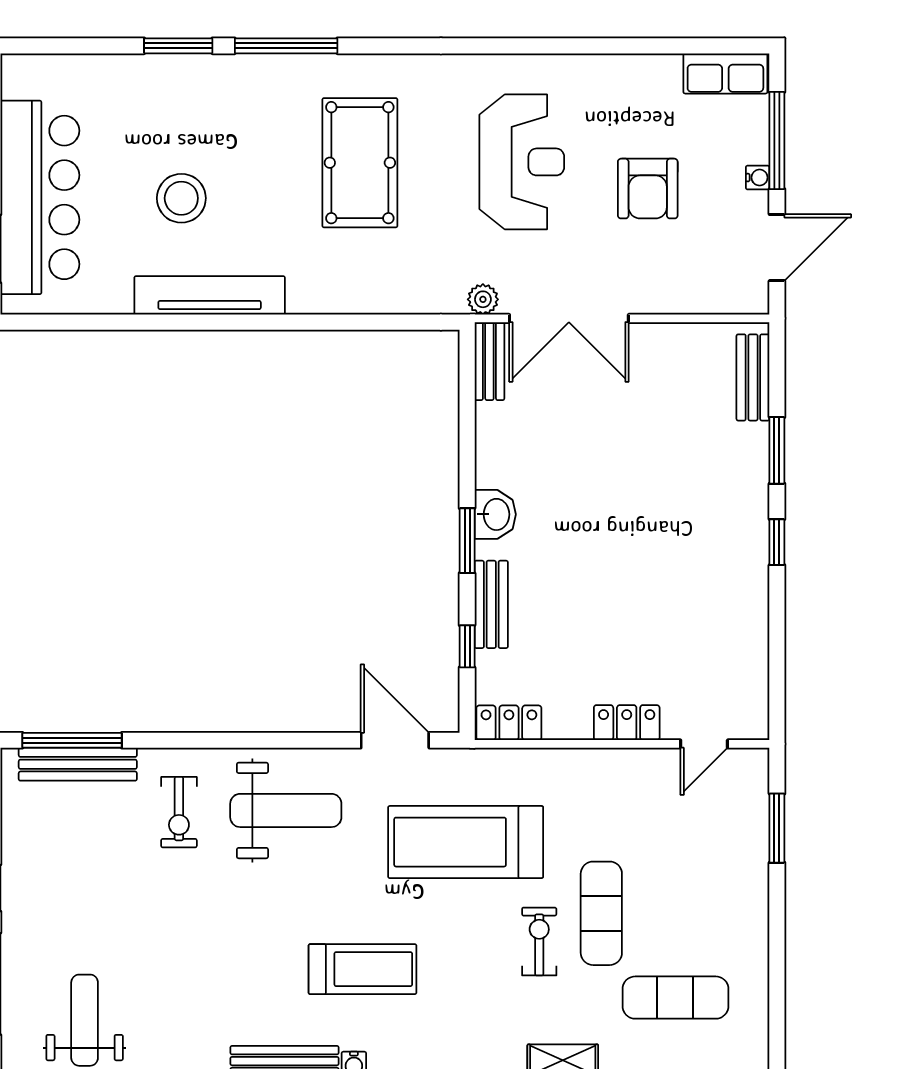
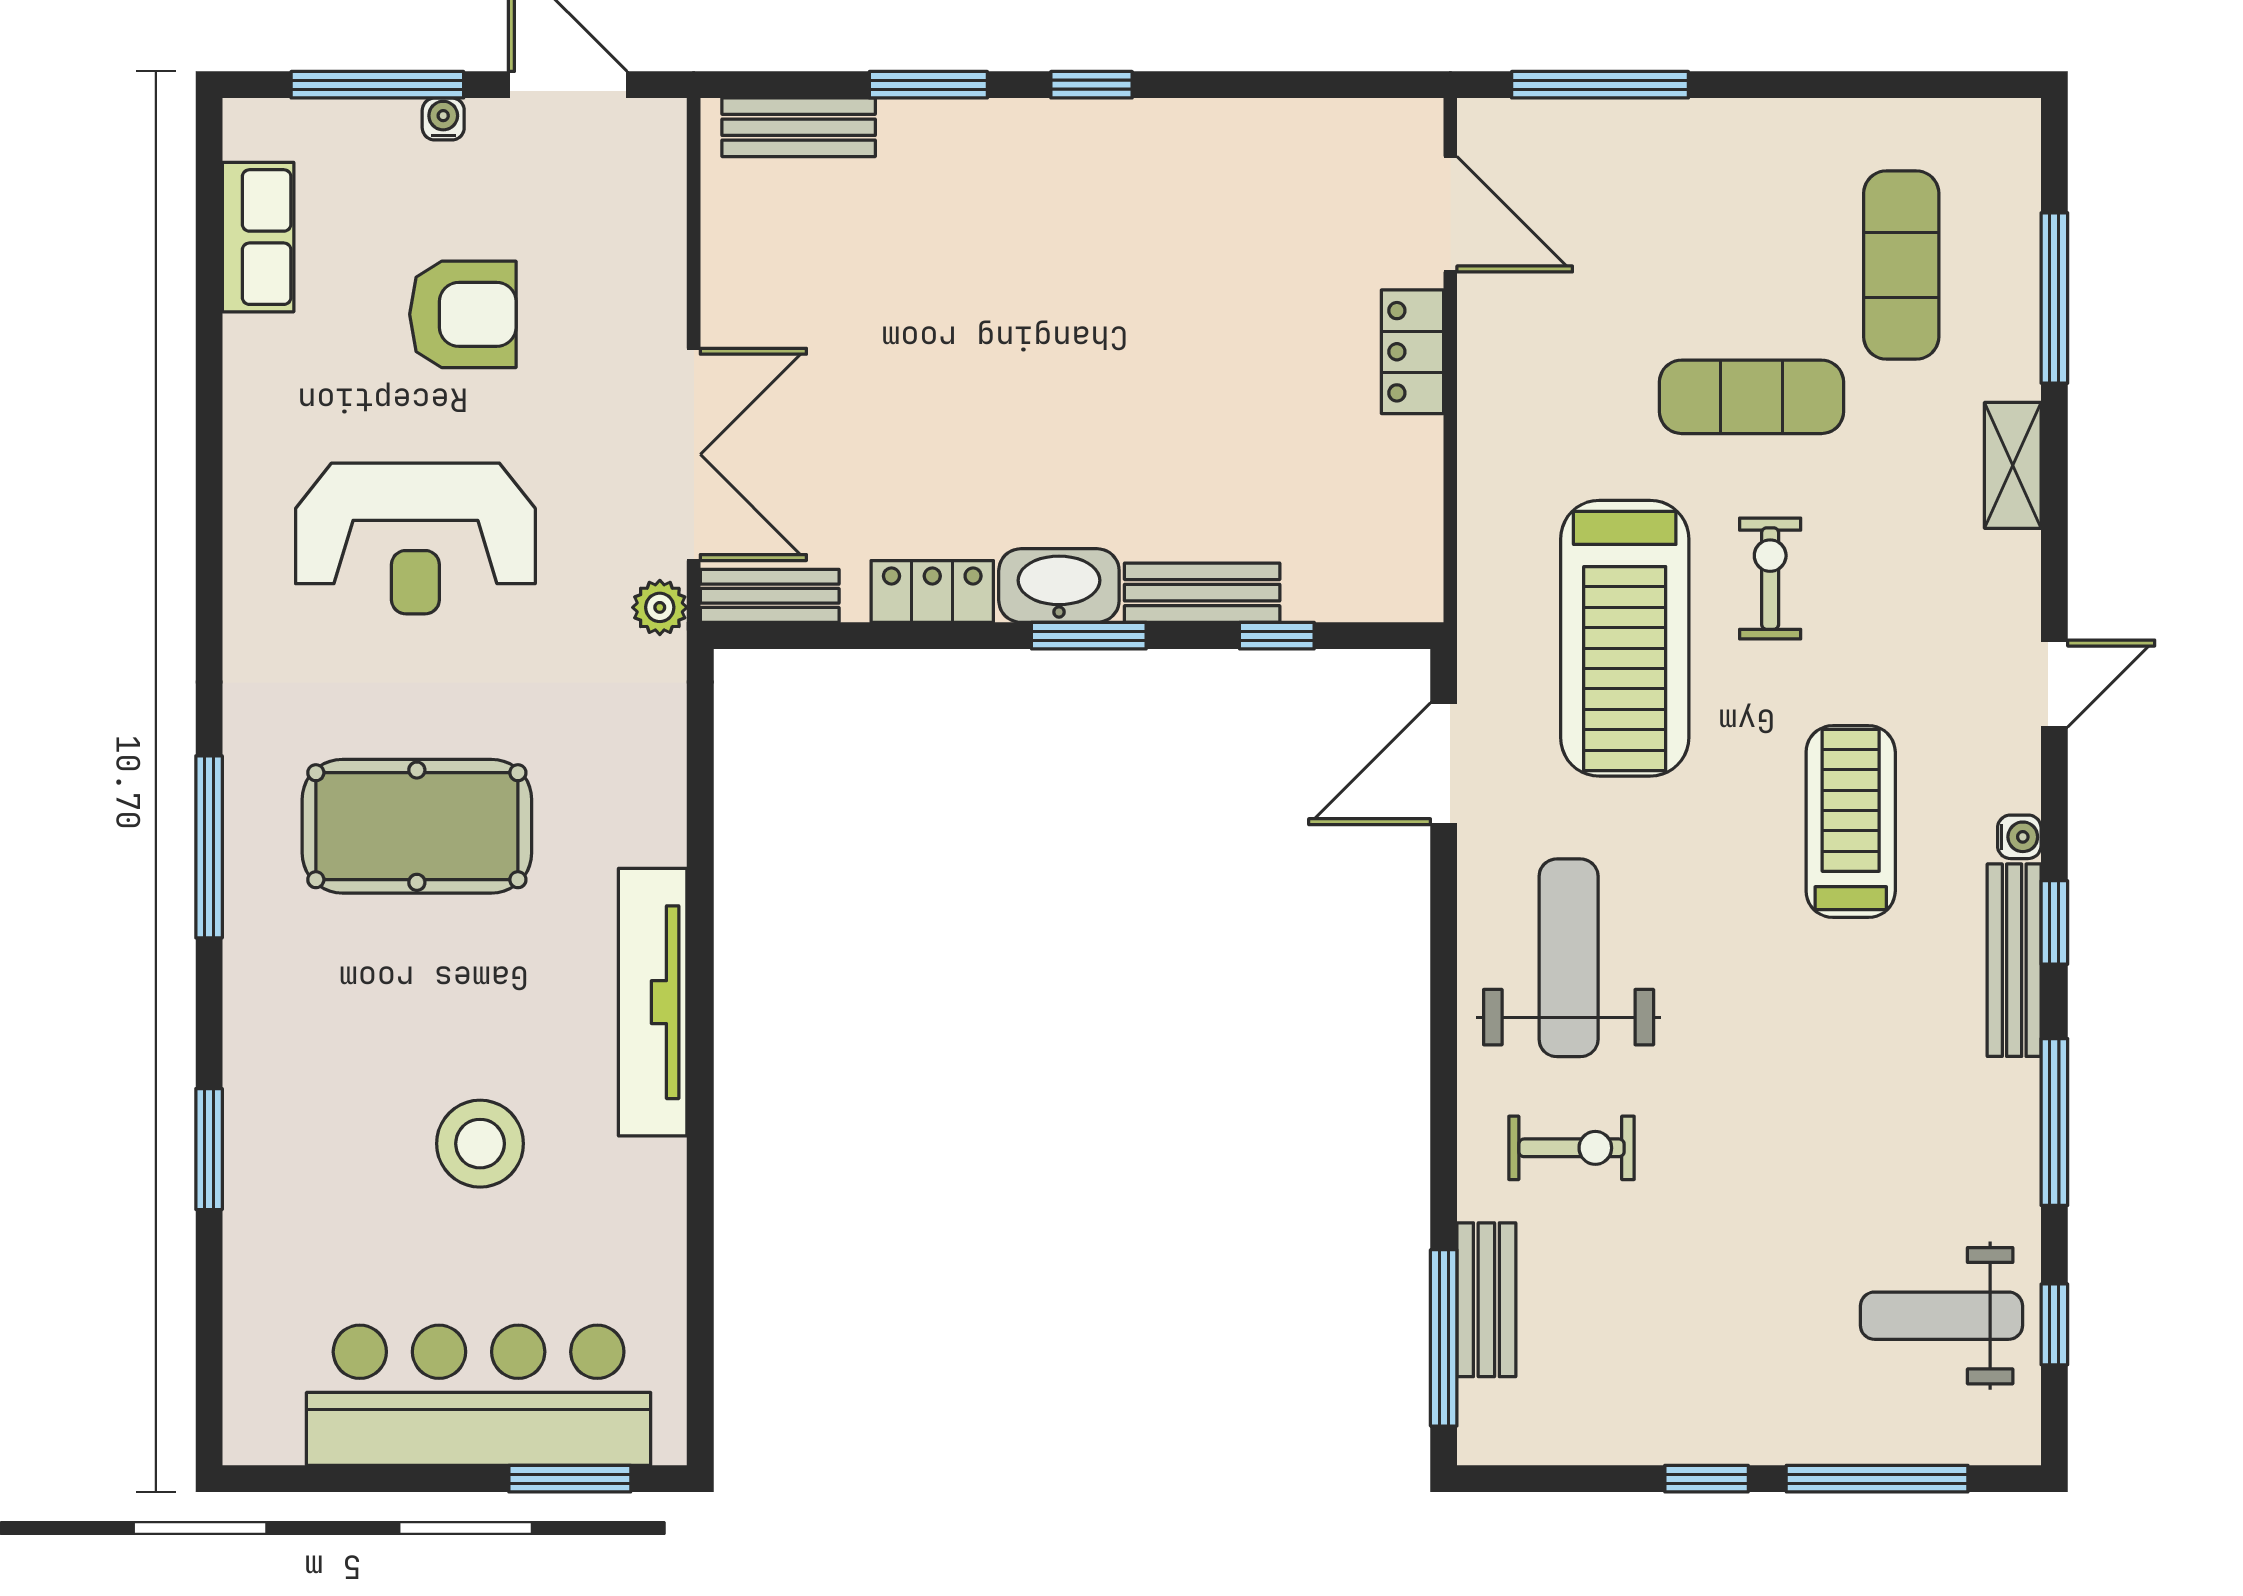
window: (286, 46) -> (209, 847), moved
row of seats: (725, 73) -> (258, 237), moved
reception desk: (522, 162) -> (415, 538), turned 180
tv unit: (210, 295) -> (653, 1002), moved
washbasin: (495, 514) -> (1059, 586), width x1.38
locker: (509, 723) -> (932, 591), moved, turned 90
door: (704, 744) -> (1450, 214), width x1.38
bench: (78, 764) -> (1486, 1300), width x0.73
window: (777, 828) -> (1600, 85), width x1.44
exercise bike: (539, 941) -> (1770, 579), moved, turned 90

